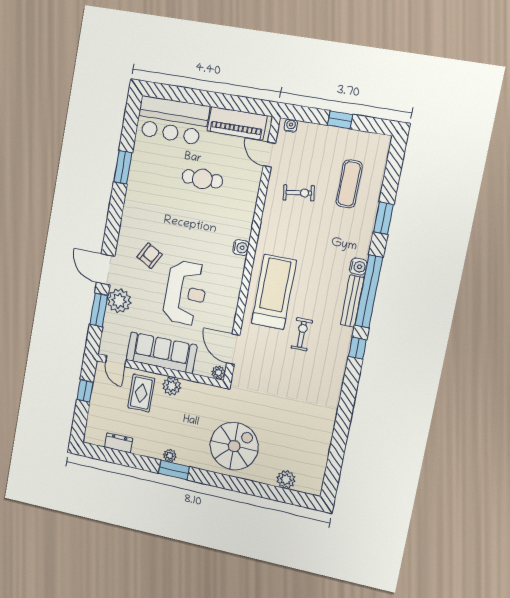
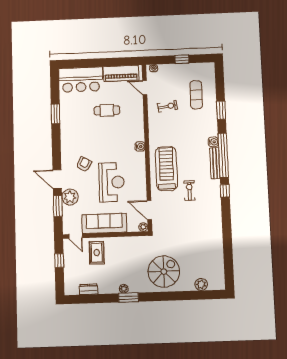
plant: (172, 386) -> (115, 243), removed

